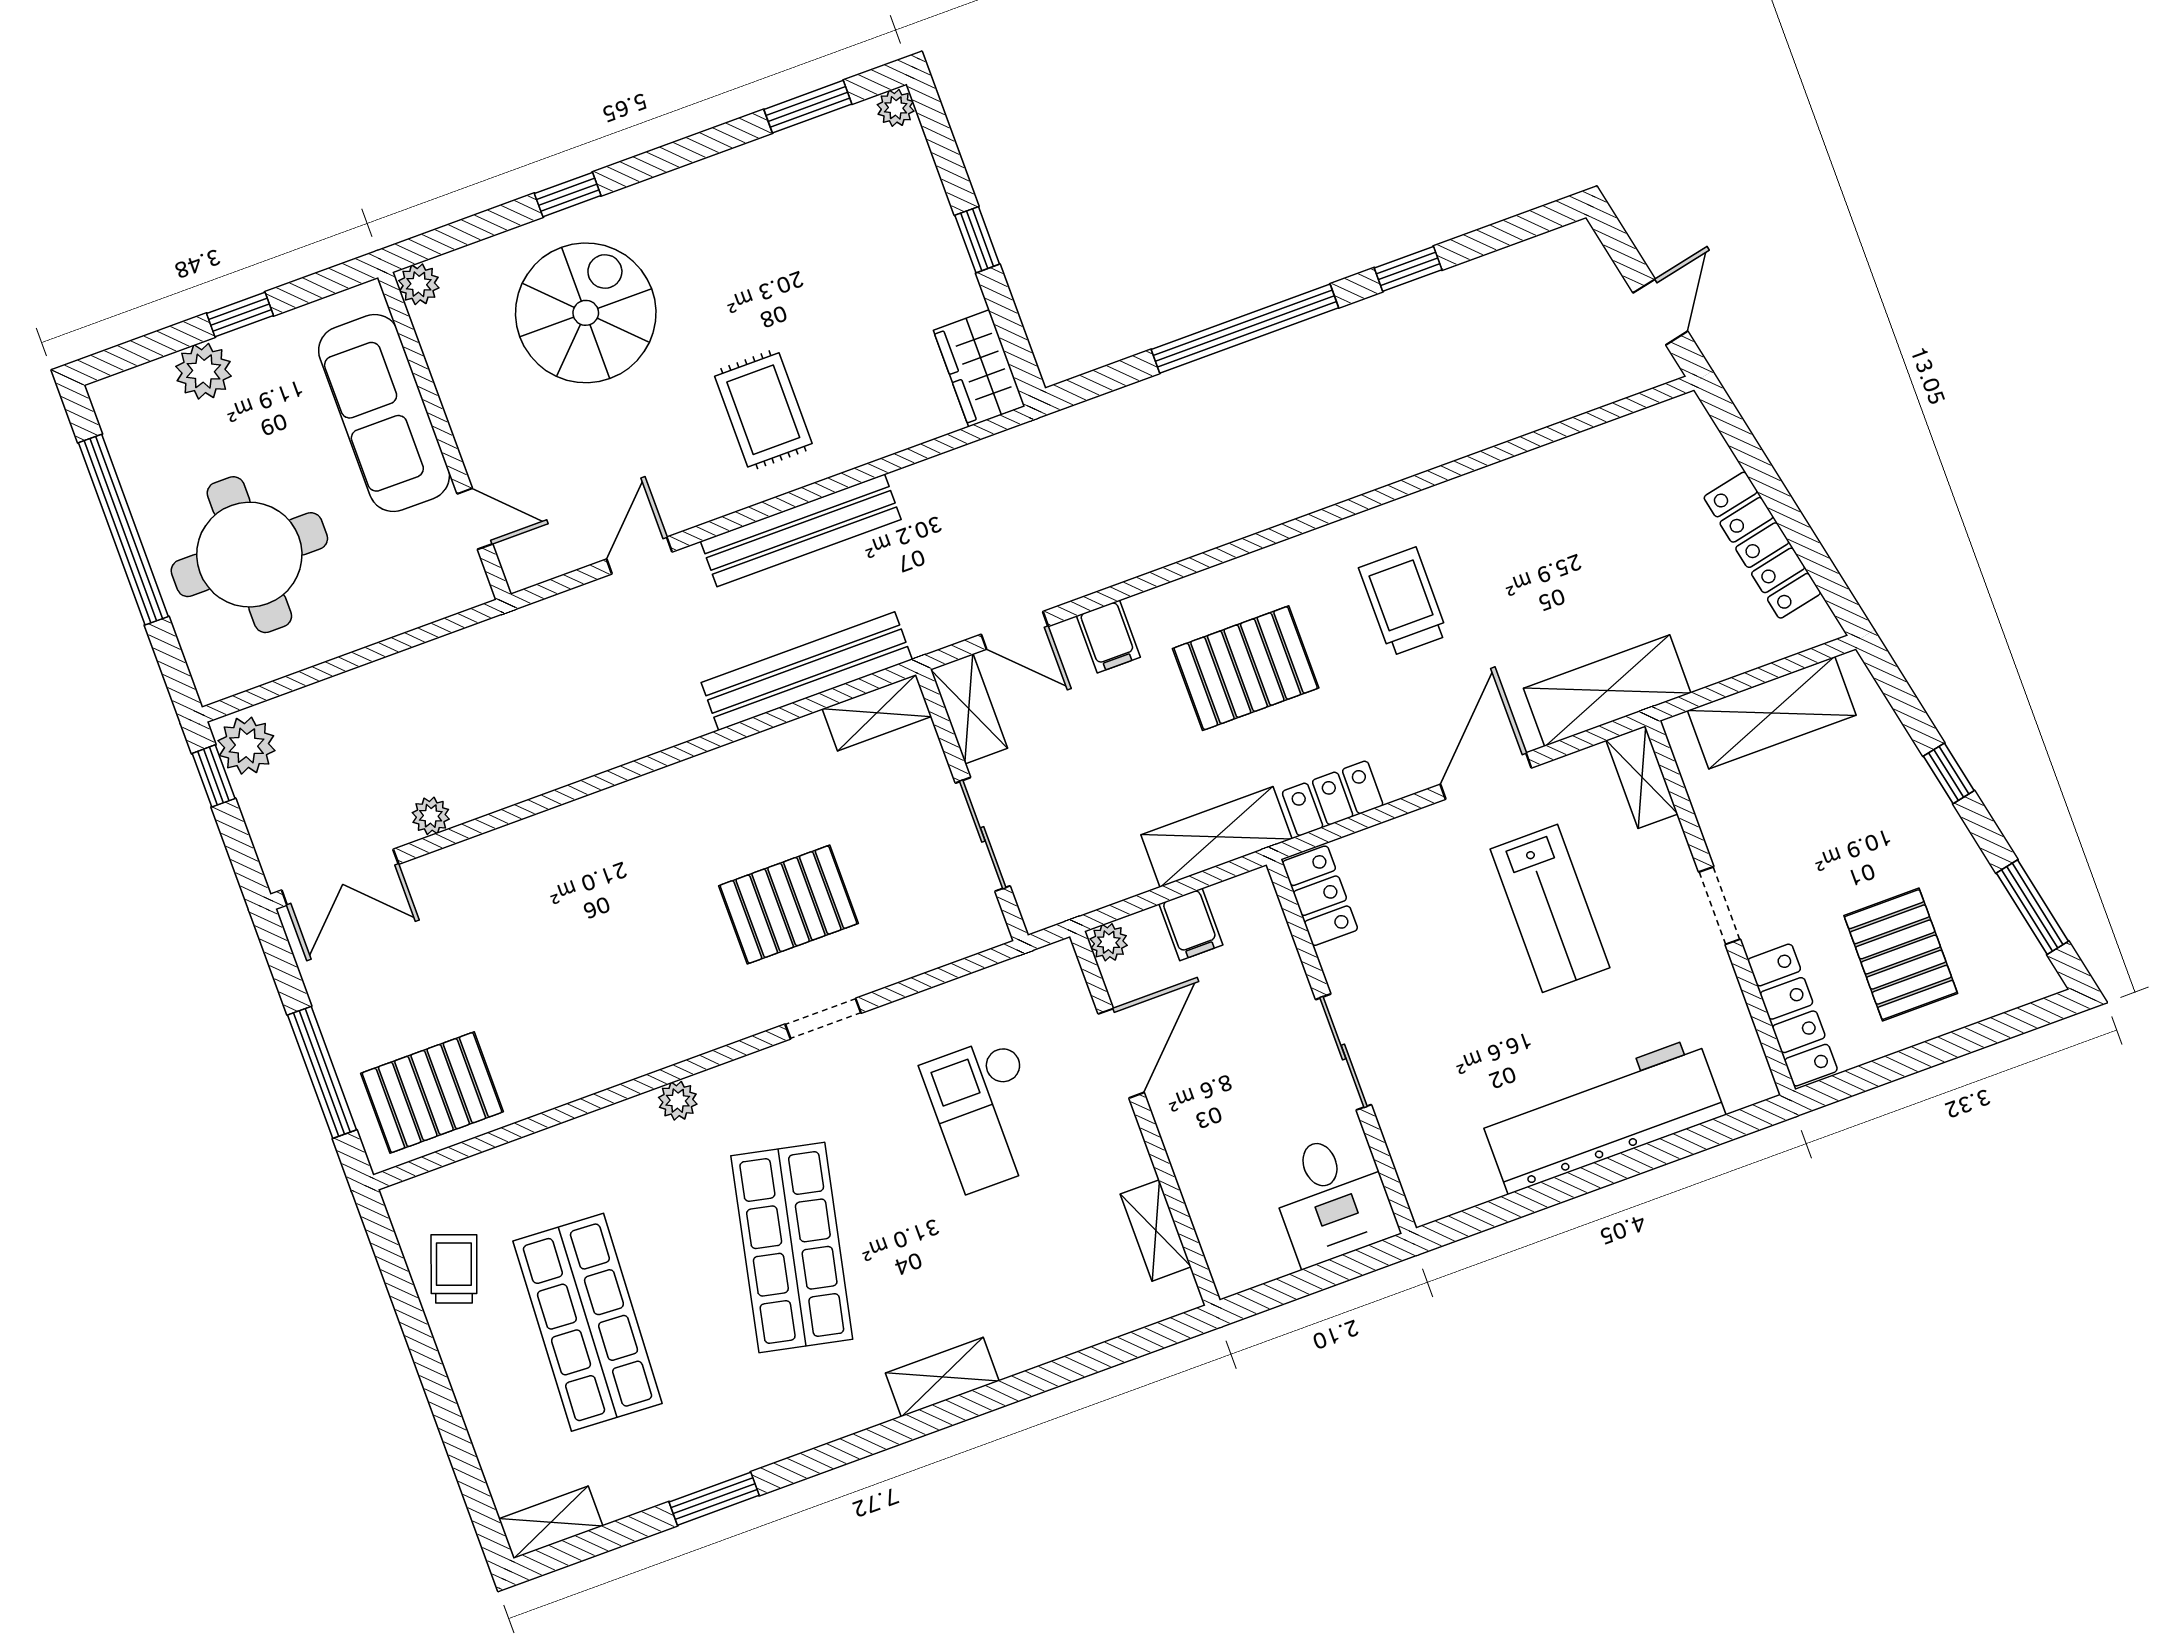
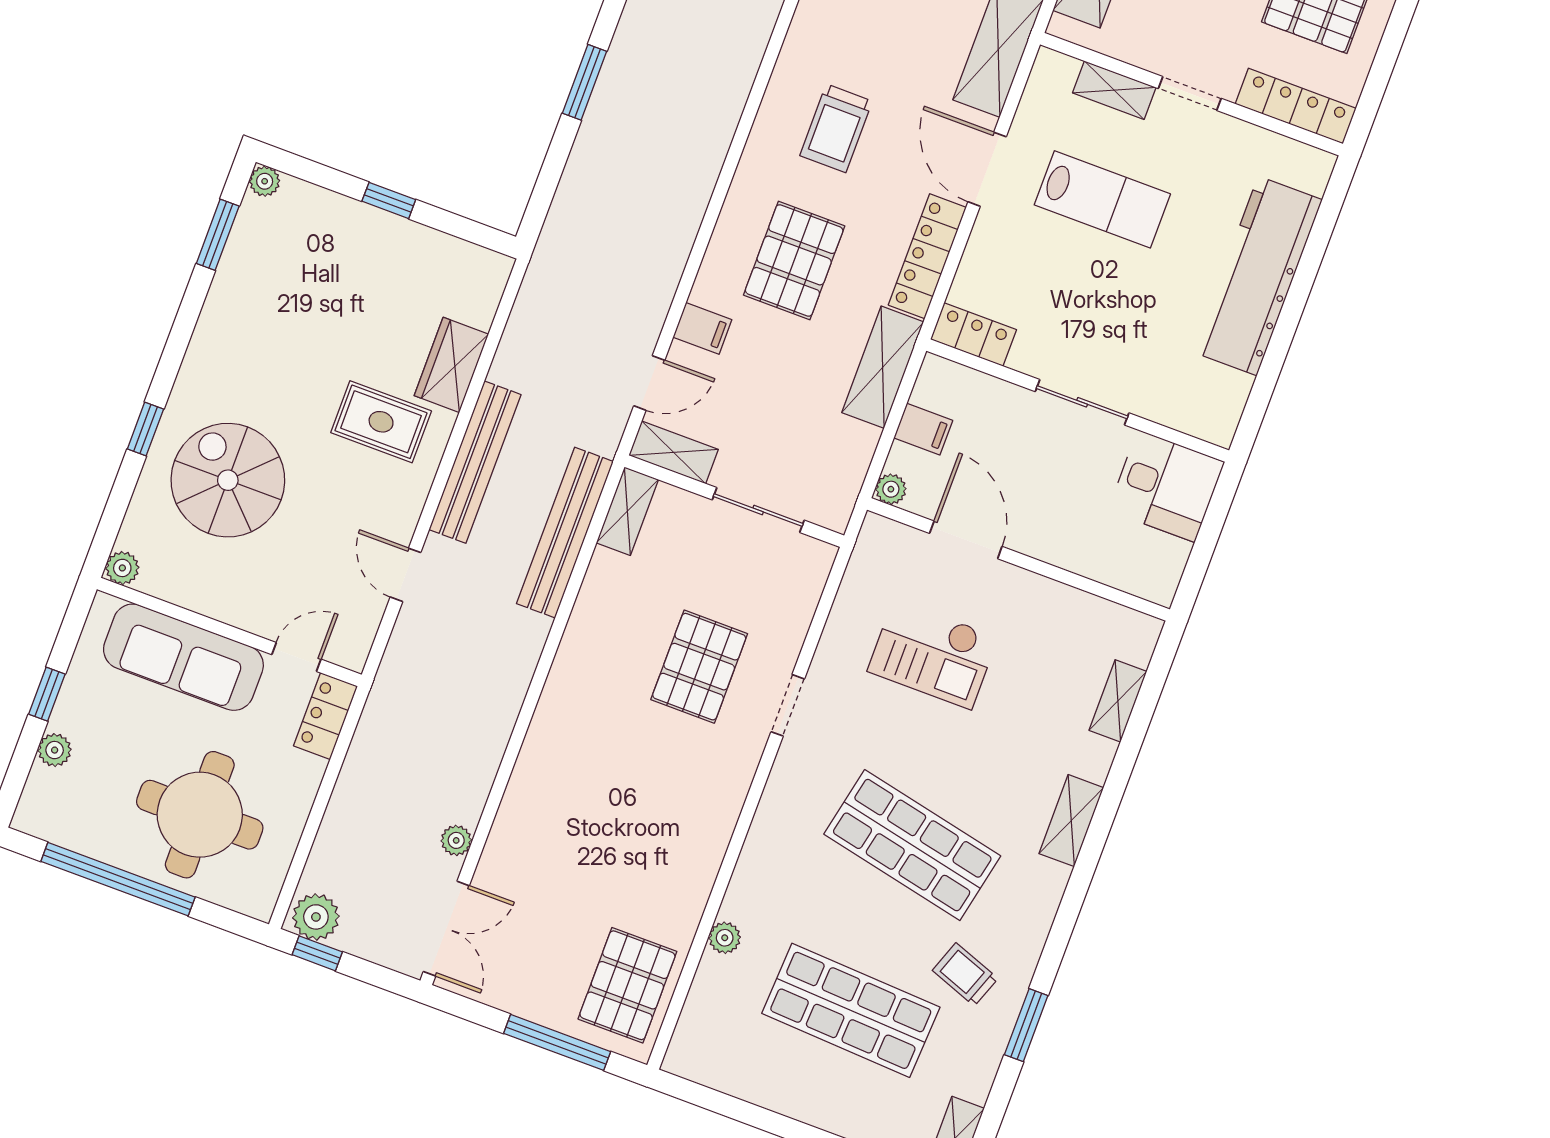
window: (1245, 329) -> (584, 82), width x0.47
wardrobe: (979, 368) -> (451, 365), moved, turned 90
plant: (204, 371) -> (55, 750), width x0.73, depth x0.73
locker: (443, 594) -> (326, 716), added
trolley: (1403, 602) -> (836, 128), turned -90
shelving: (1642, 777) -> (1114, 90), moved
locker: (1333, 798) -> (927, 256), width x1.53
plant: (678, 1101) -> (725, 938), moved
shelving: (1156, 1230) -> (1118, 701), moved, turned 90
trolley: (454, 1269) -> (965, 974), moved

